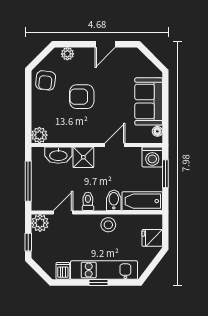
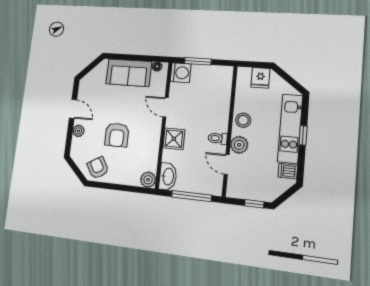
plant: (67, 54) -> (79, 131), moved
armchair: (46, 80) -> (98, 168), turned -128
washbasin: (58, 155) -> (168, 177), moved
bidet: (114, 200) -> (219, 113), removed
bathtub: (142, 201) -> (222, 85), removed
plant: (40, 223) -> (239, 145), moved

